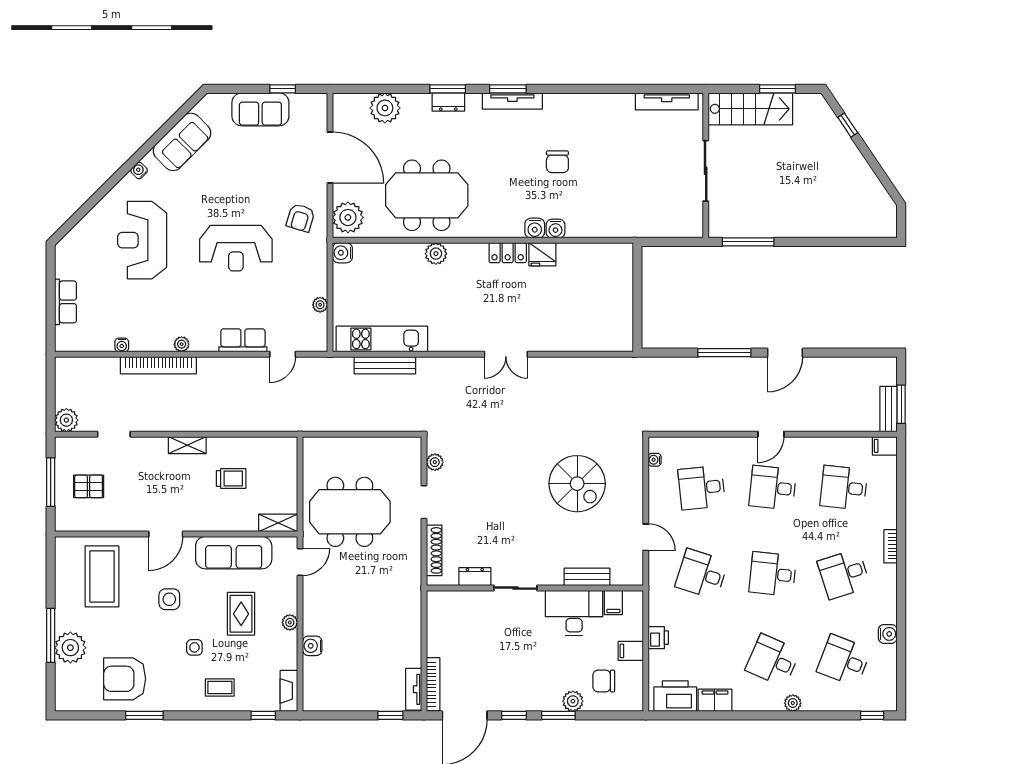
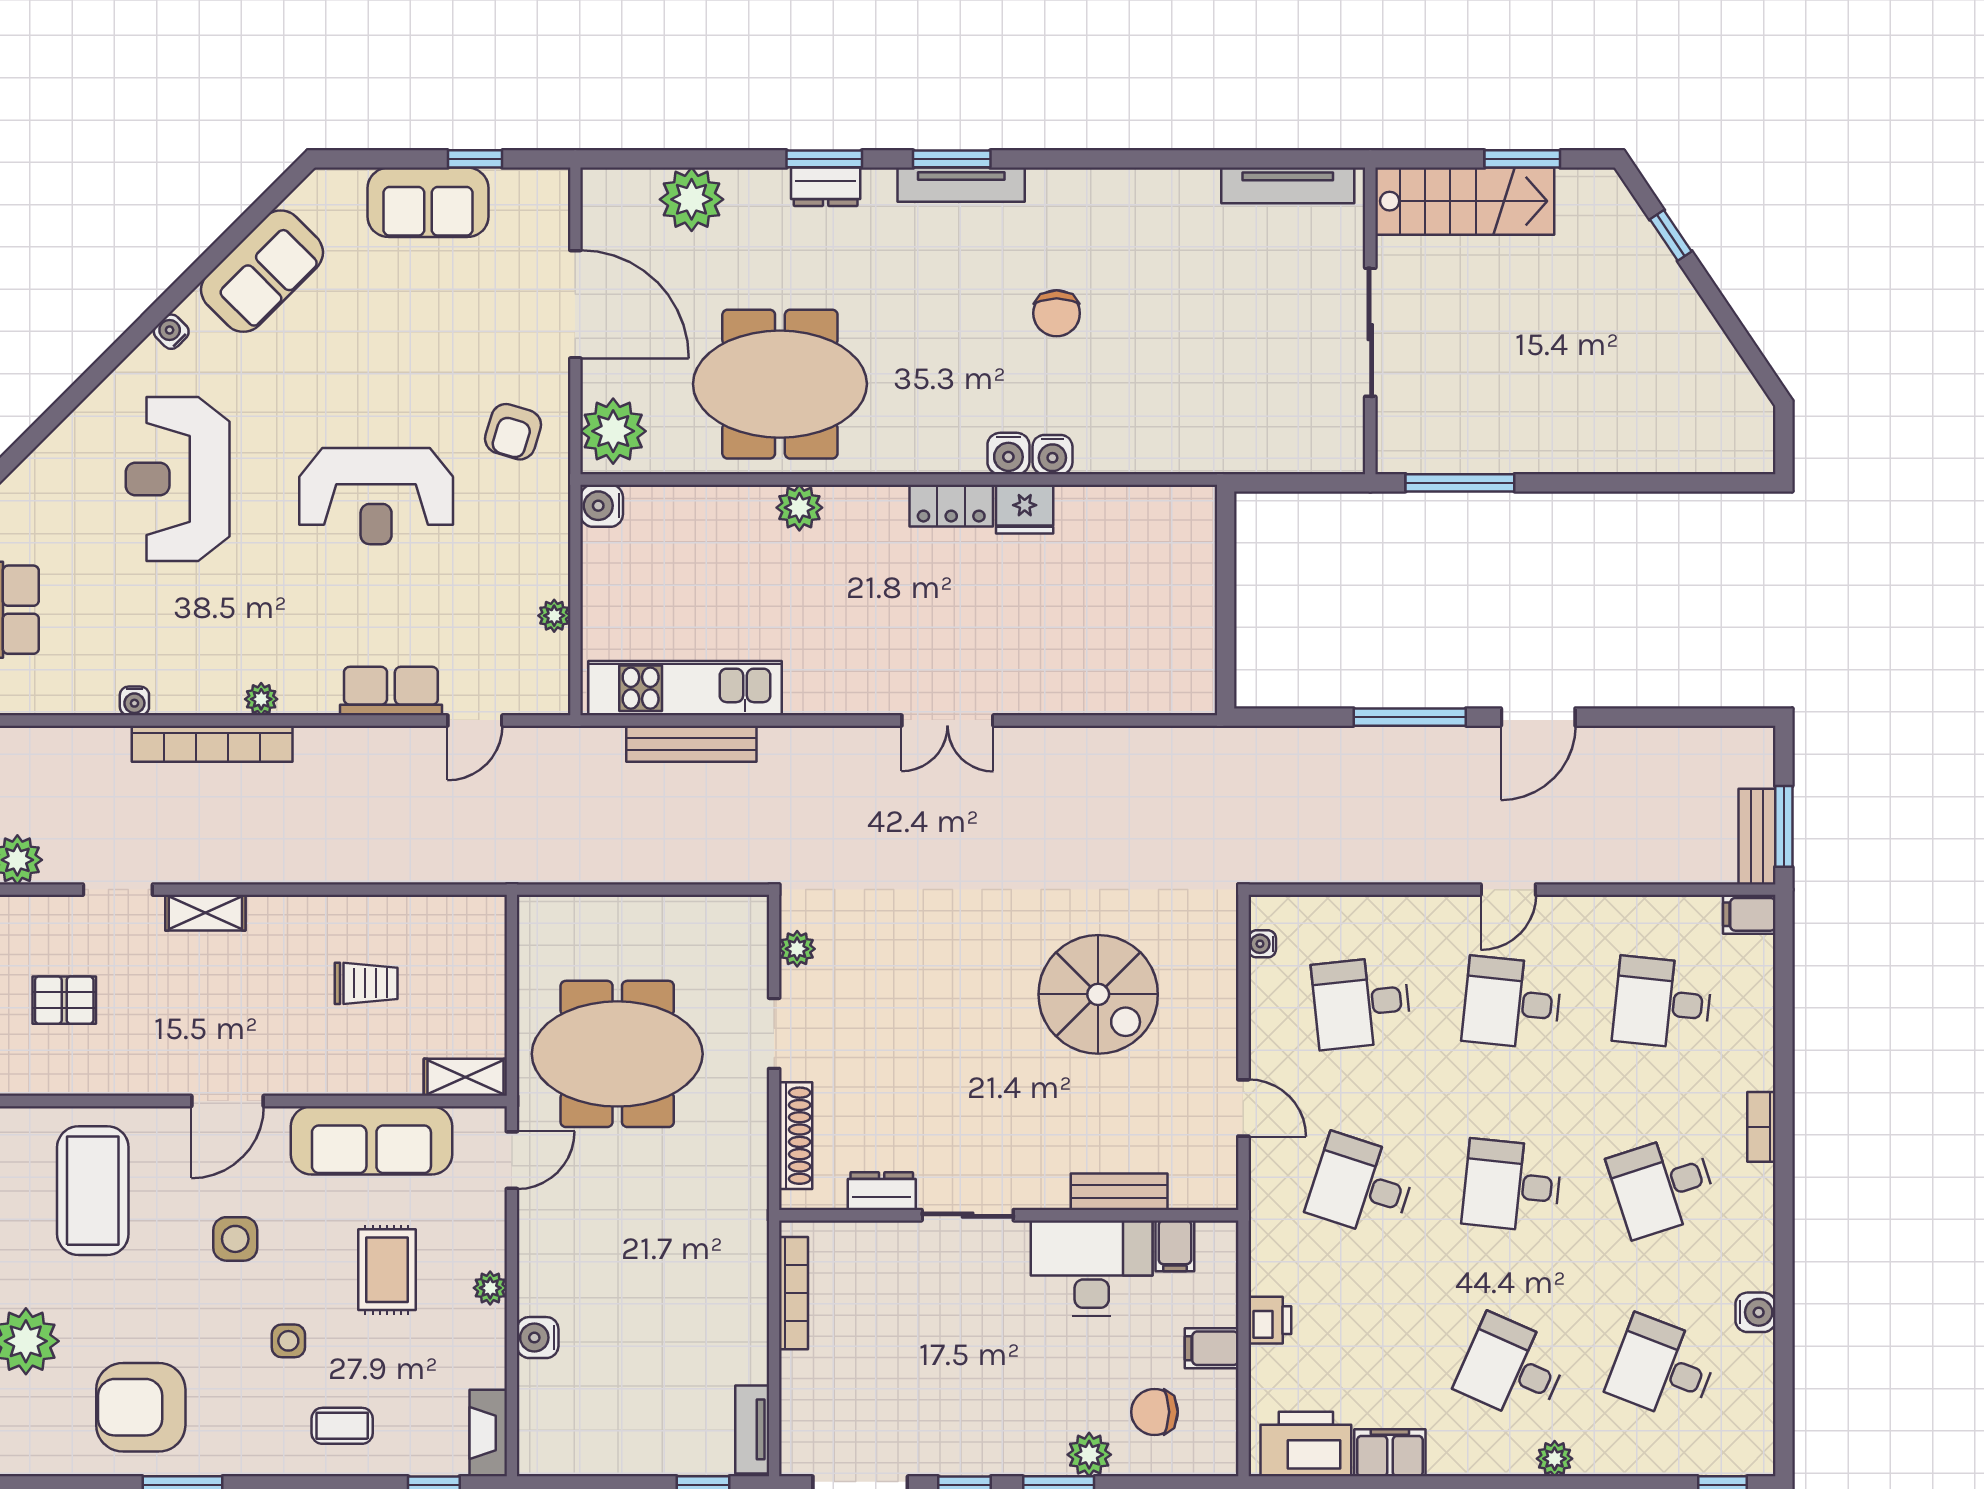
shelving: (187, 445) -> (205, 913), moved
bookcase: (433, 684) -> (794, 1293), moved

